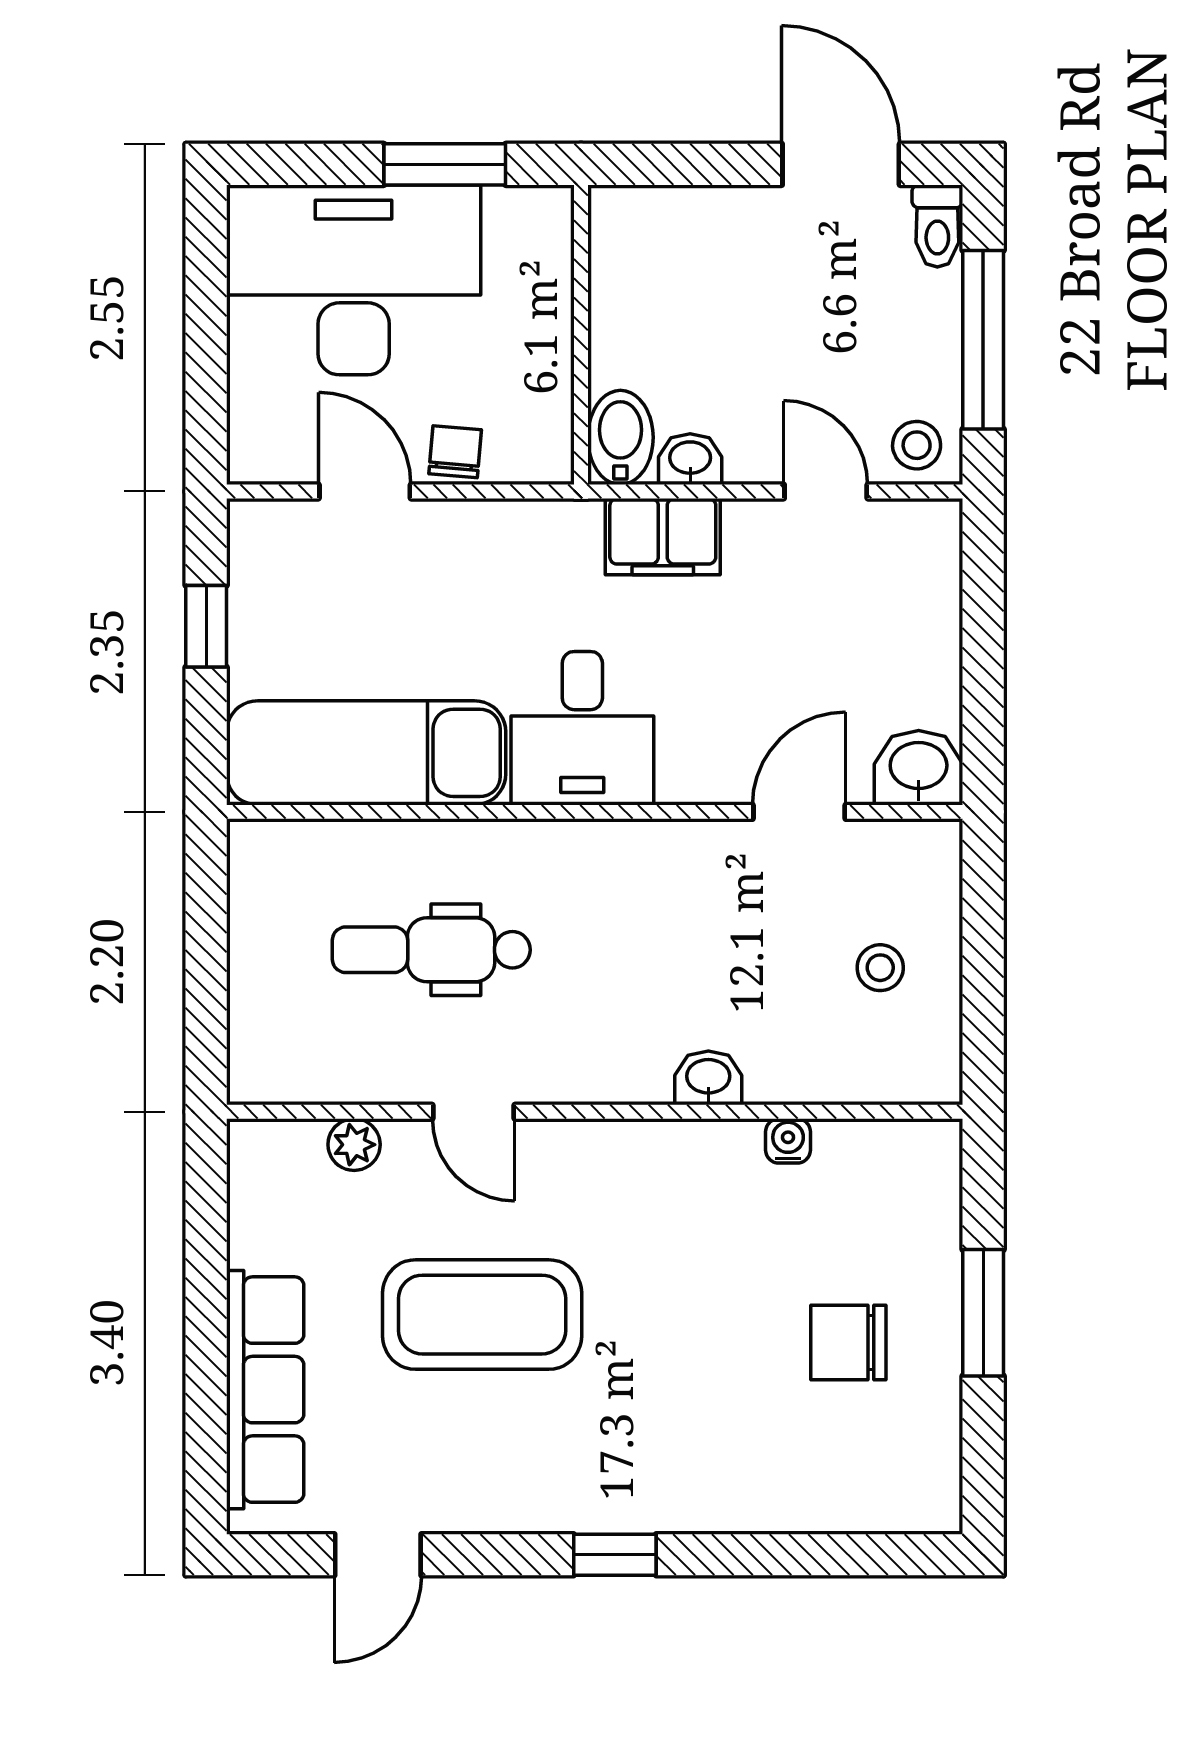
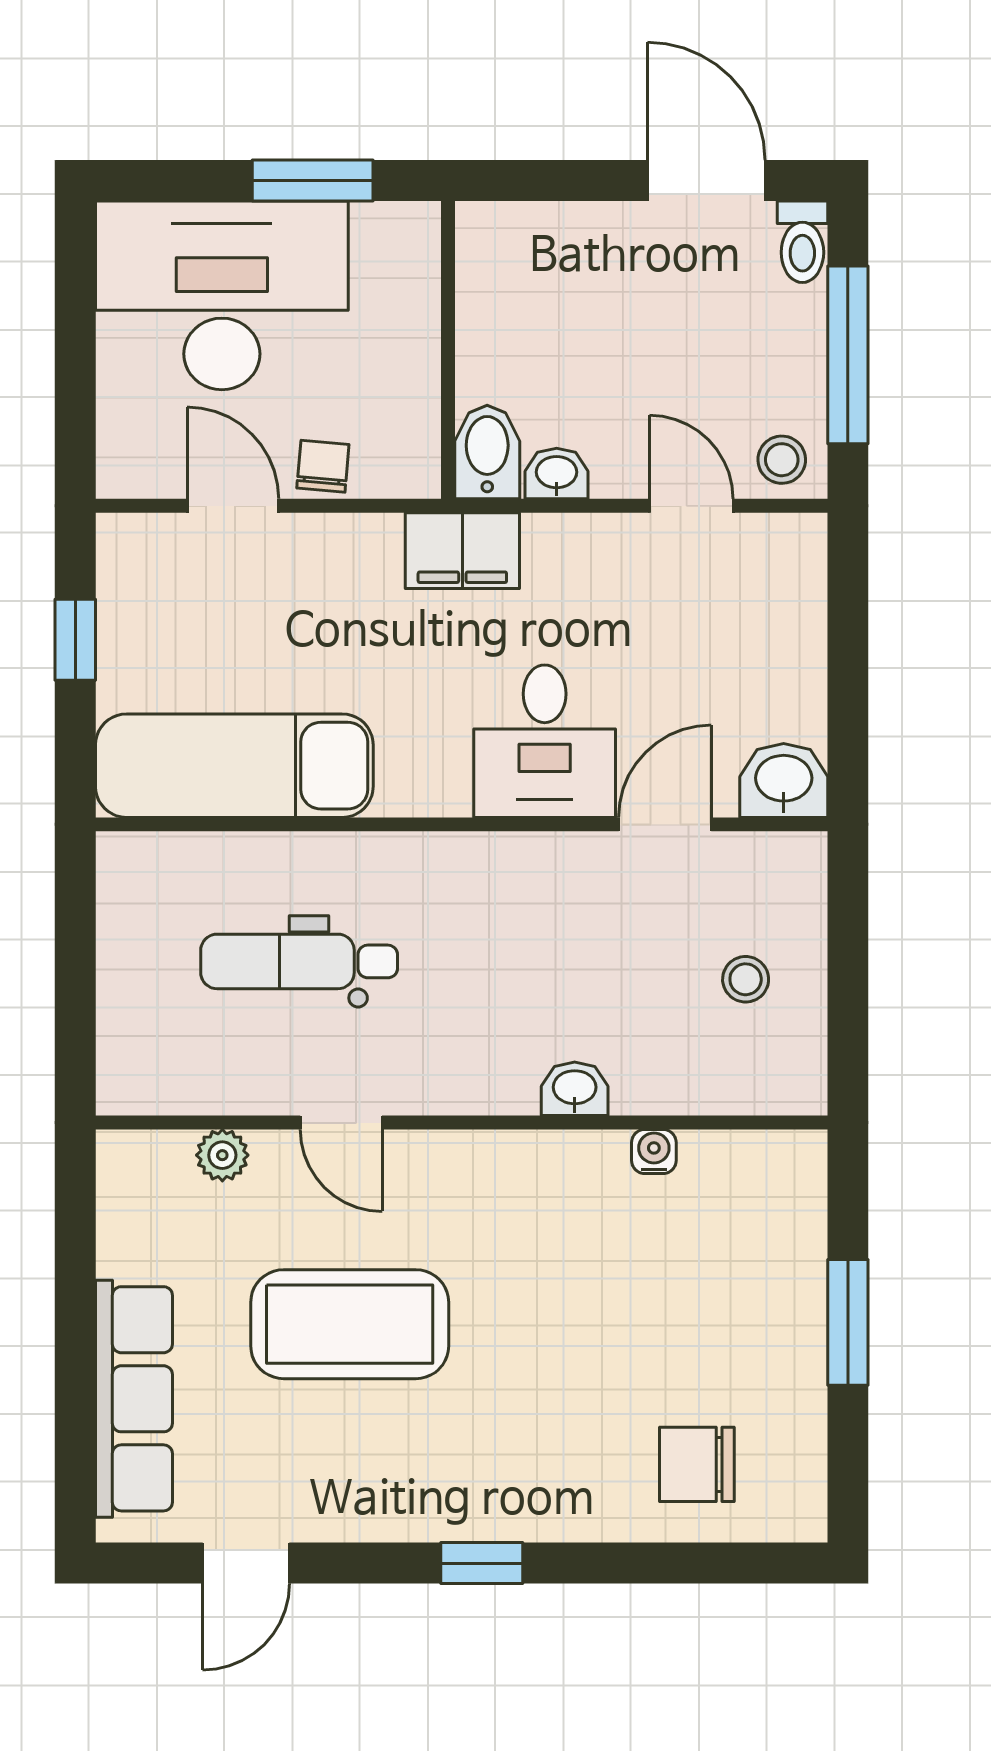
filing cabinet: (663, 537) -> (462, 551), moved
desk: (582, 728) -> (545, 741), moved
chair: (848, 1342) -> (697, 1464), moved

